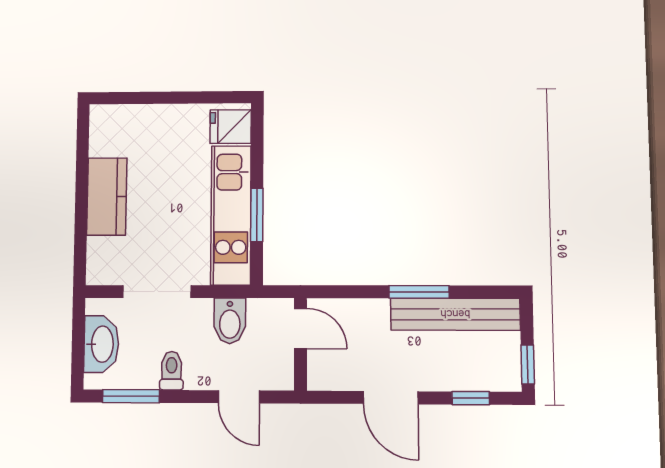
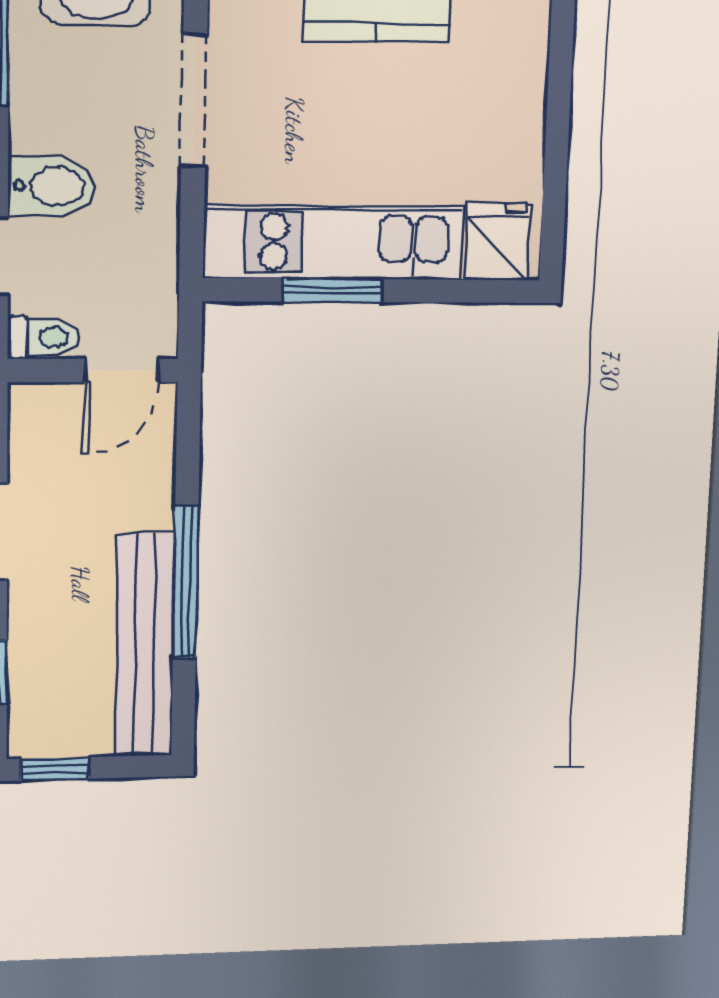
window: (419, 292) -> (186, 582), width x1.44
bidet: (230, 321) -> (51, 186), moved, turned 180
toilet: (172, 371) -> (43, 337), moved

